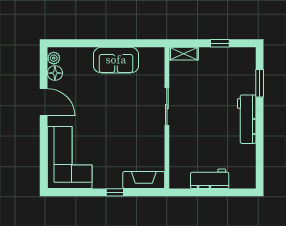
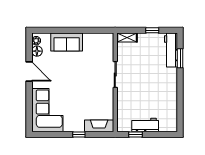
sofa: (116, 60) -> (67, 42), moved
workbench: (247, 119) -> (171, 50), moved
window: (196, 192) -> (136, 134), added

